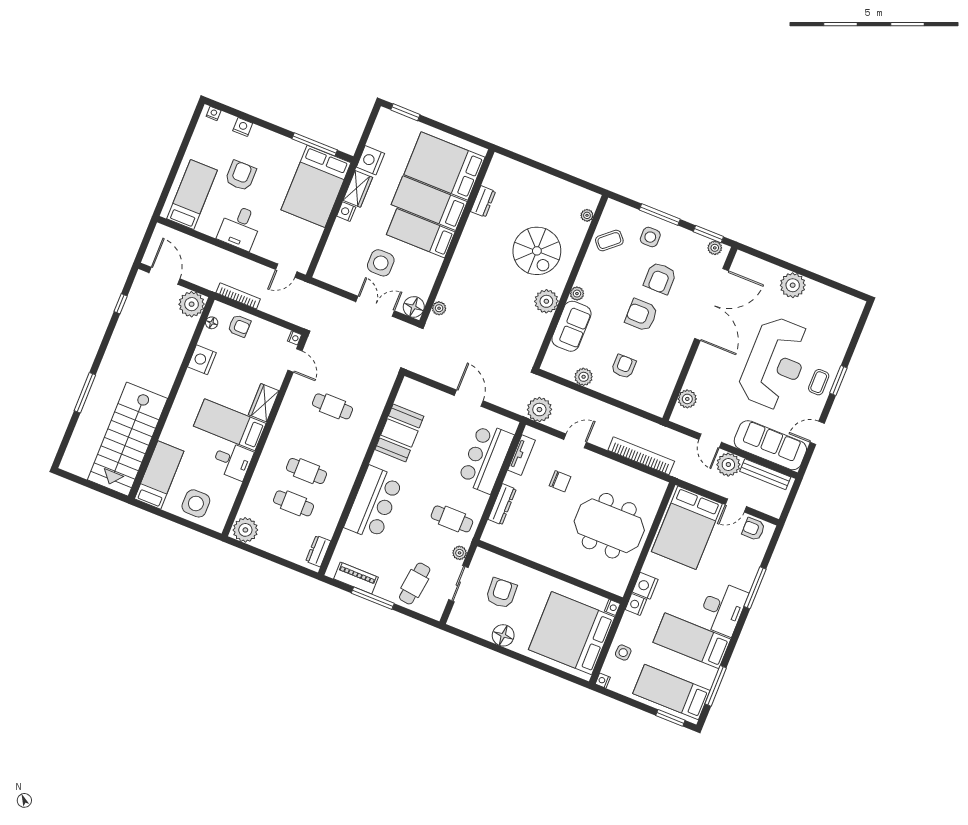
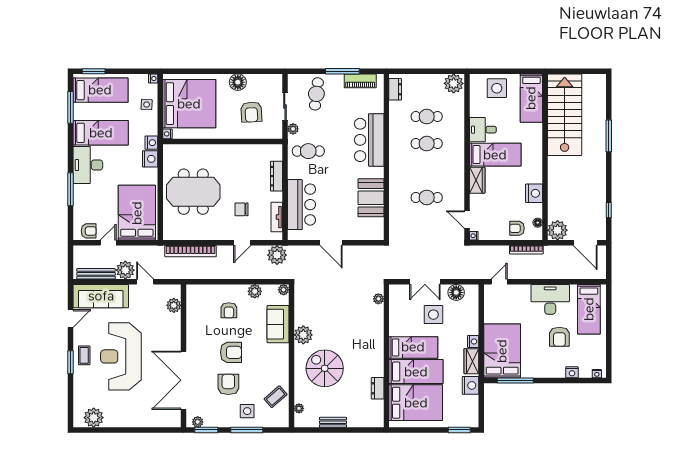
bench: (553, 182) -> (333, 422), added
desk: (240, 227) -> (550, 299), width x1.37
plant: (793, 285) -> (94, 418), moved
plant: (577, 294) -> (284, 290), moved
floor lamp: (414, 307) -> (456, 292), moved

